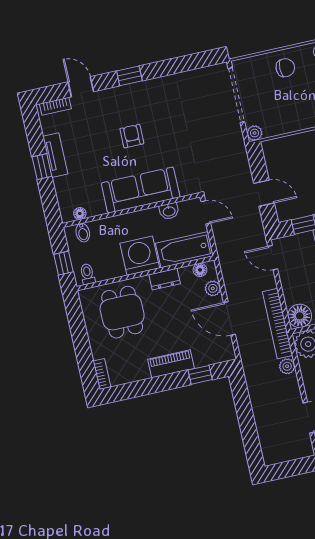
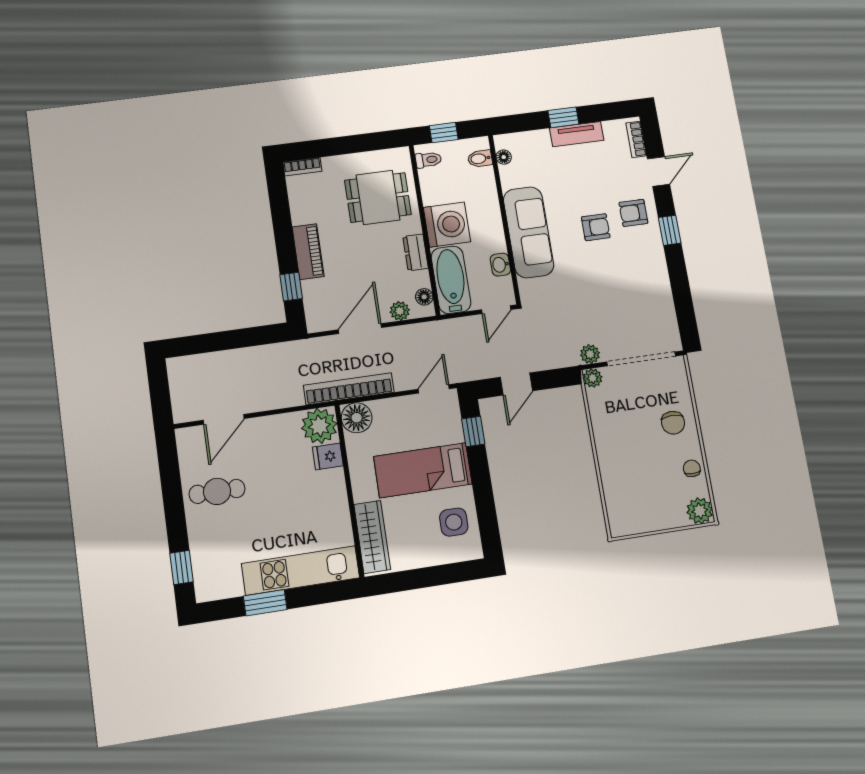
armchair: (117, 106) -> (633, 213), added
plant: (287, 366) -> (590, 354), moved

